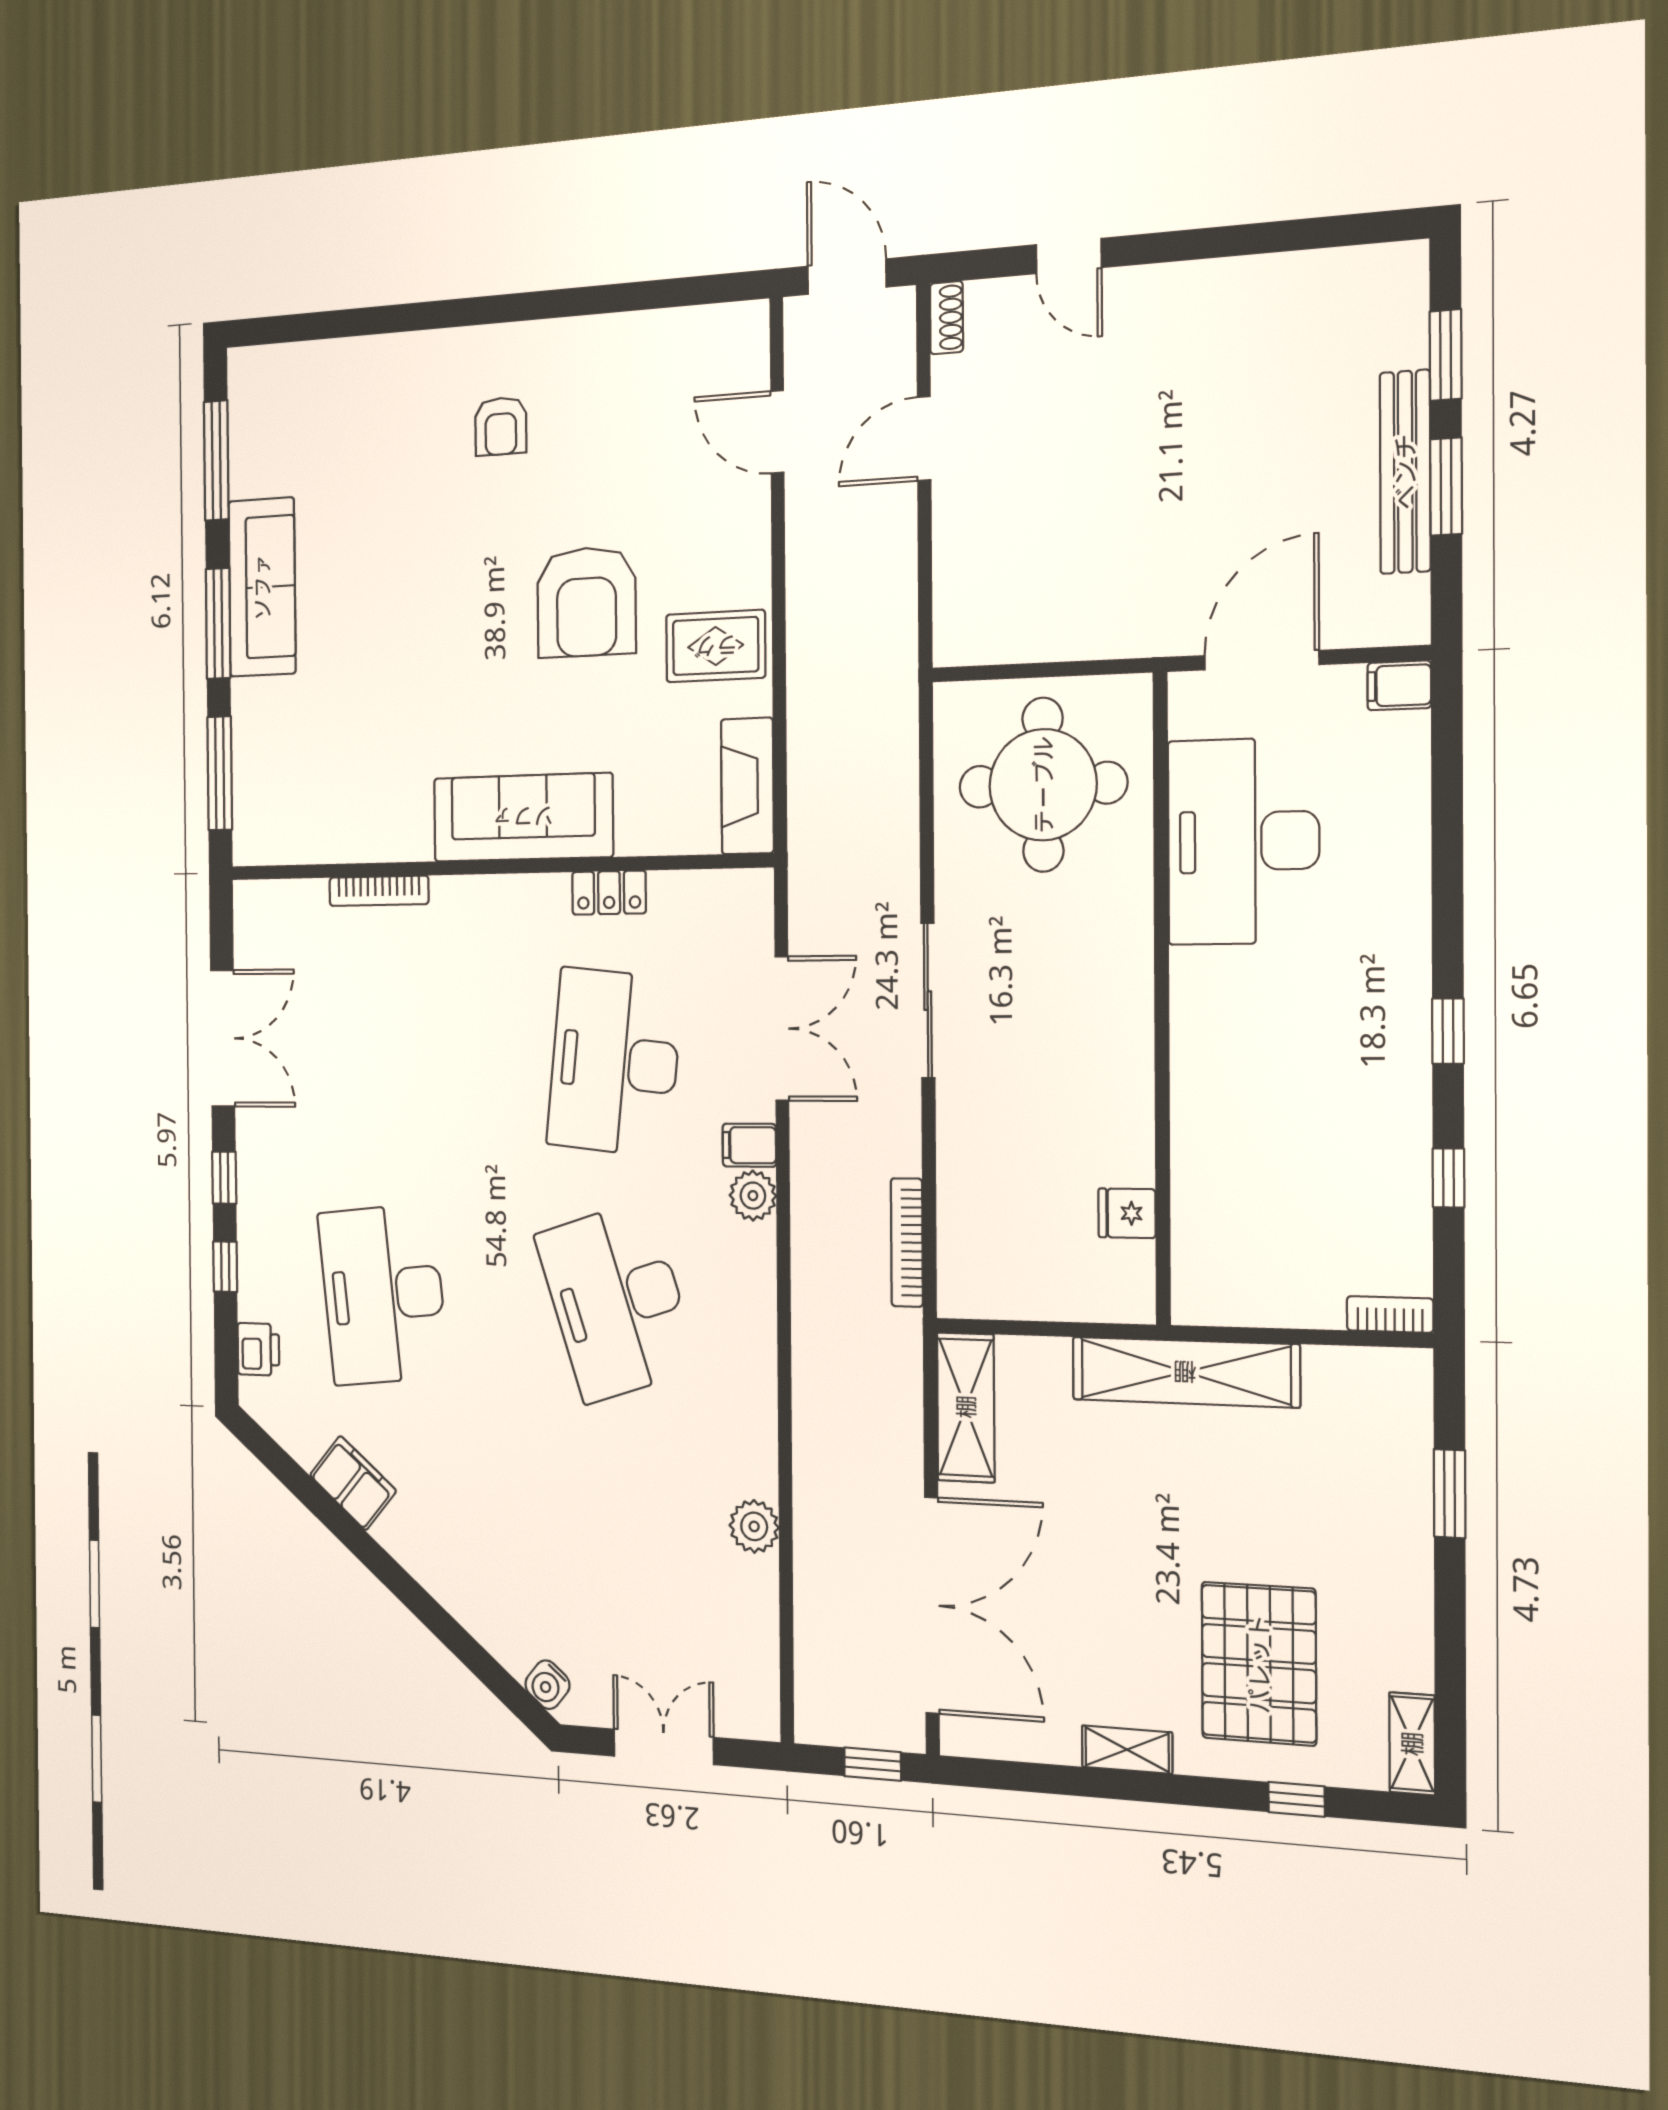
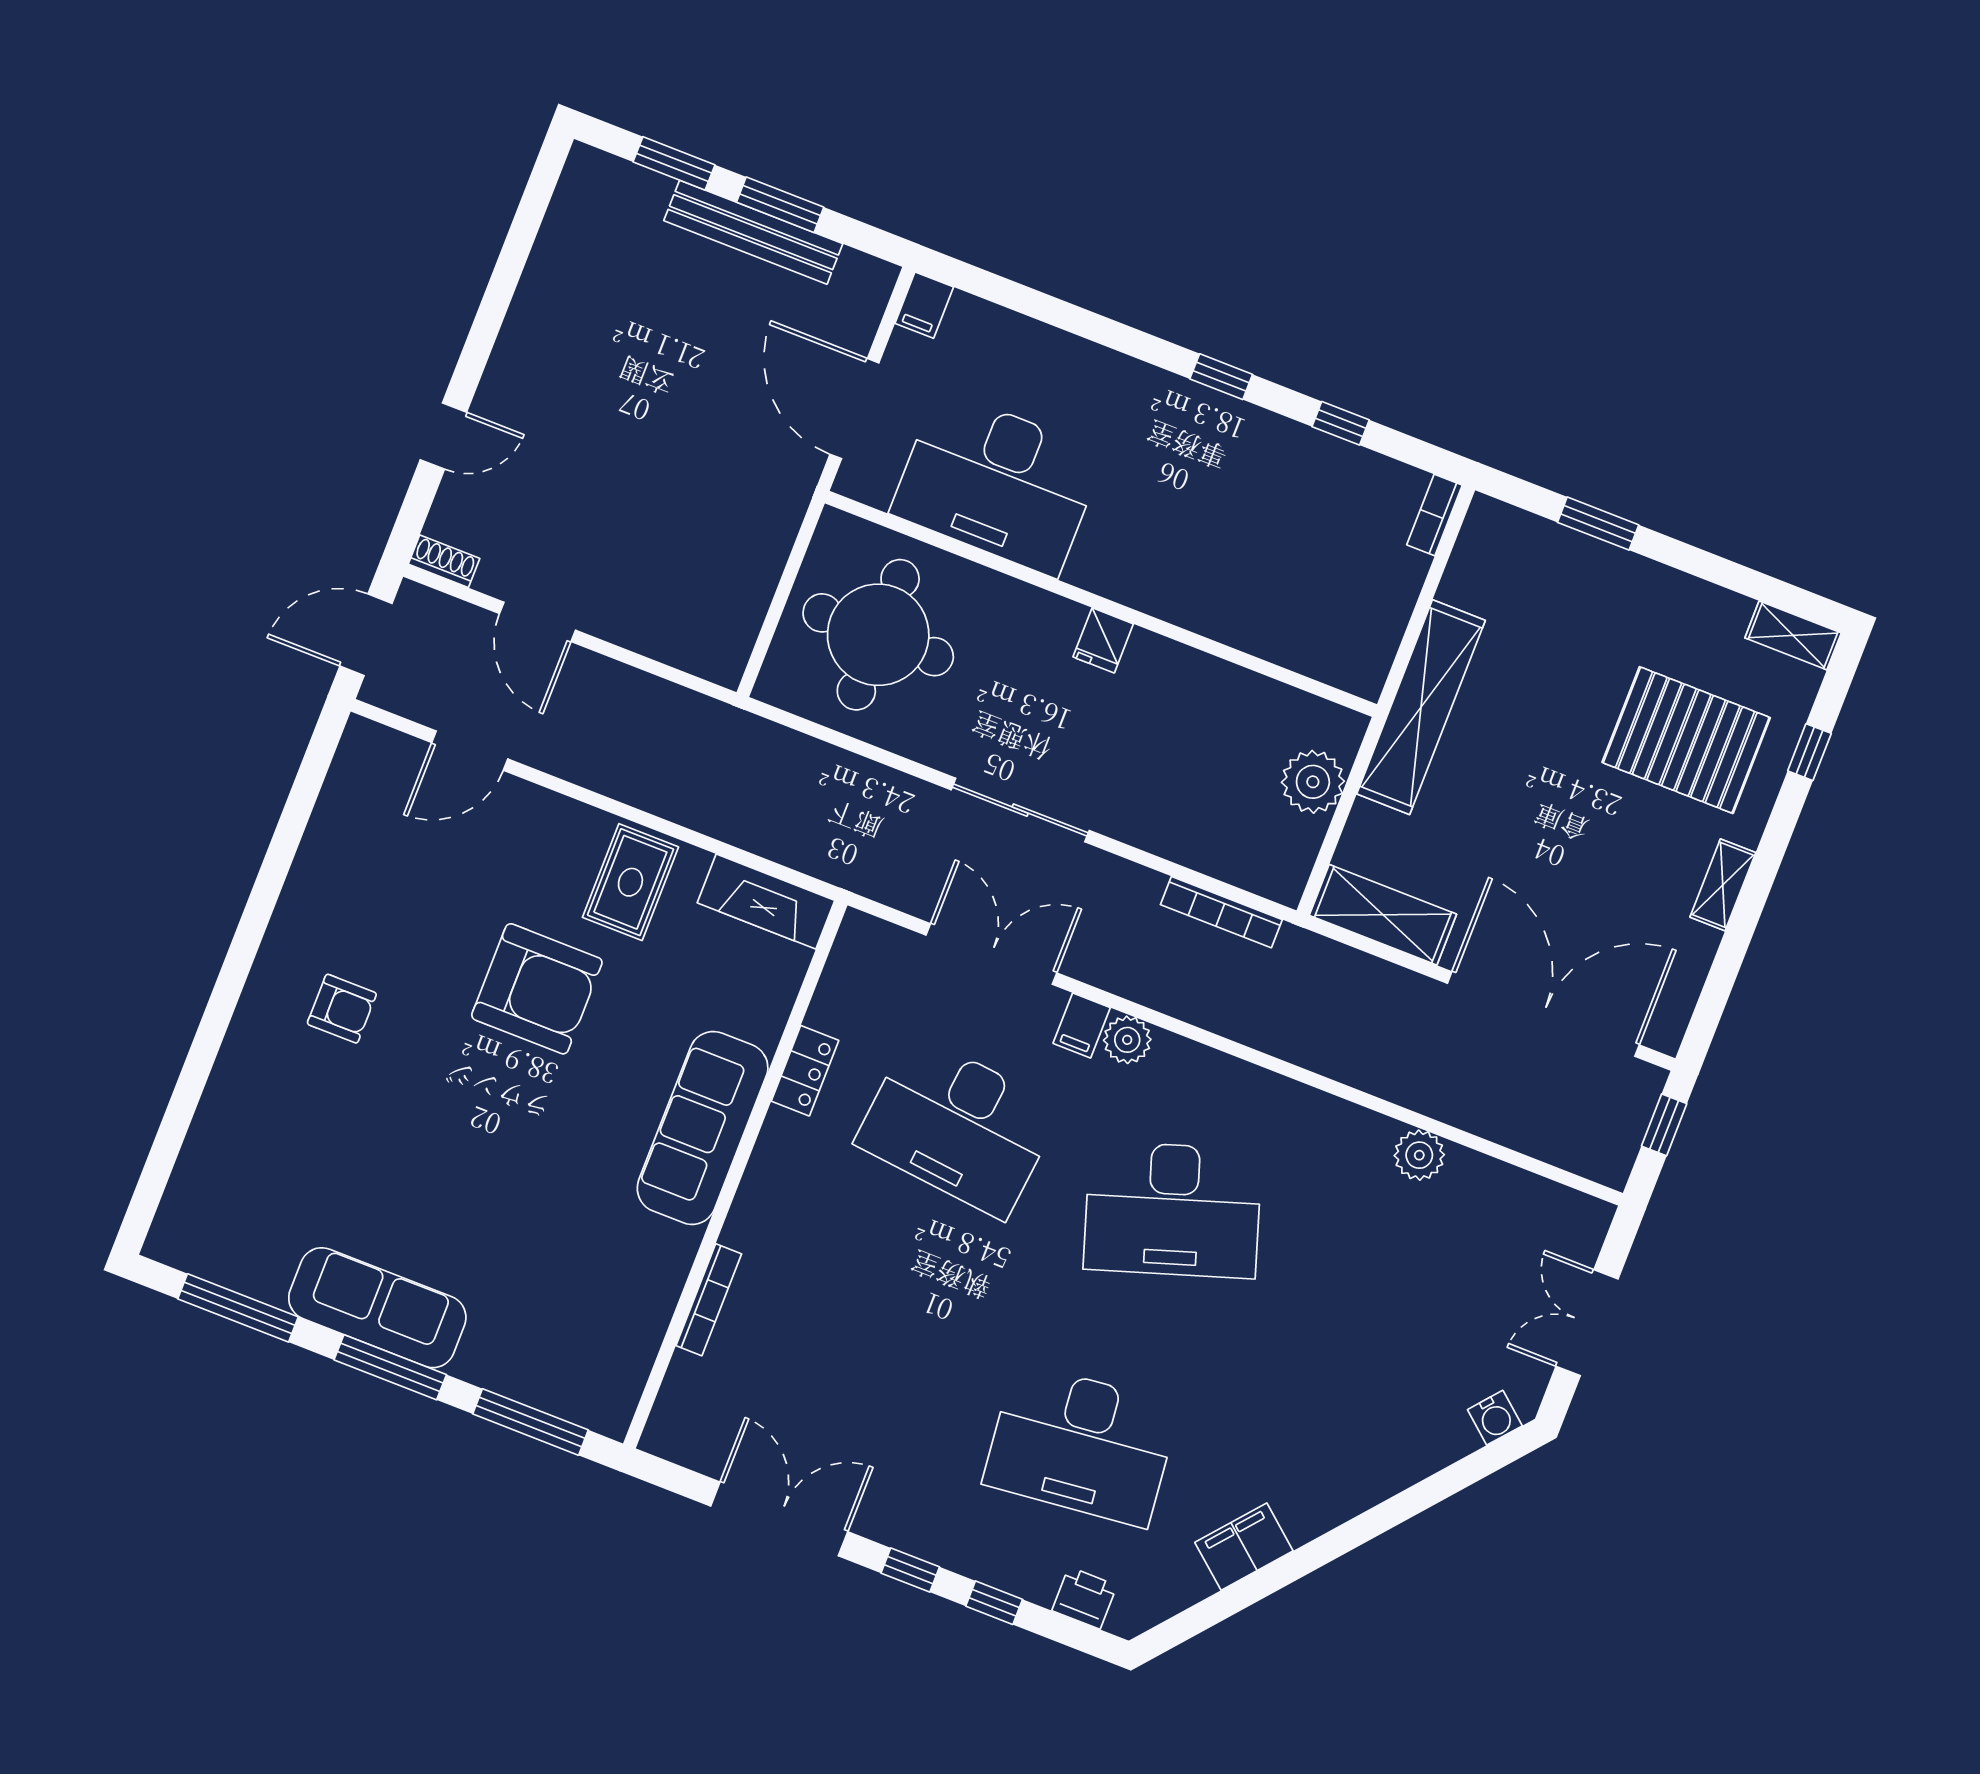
fridge: (1127, 1213) -> (1103, 640), moved
plant: (1068, 1287) -> (1313, 782), added

